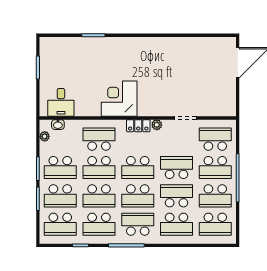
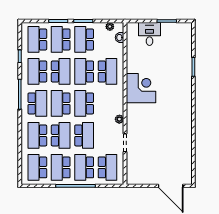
desk: (61, 102) -> (149, 34), moved, turned 90
locker: (138, 126) -> (119, 104), removed
school desk: (99, 196) -> (61, 71), turned 180

